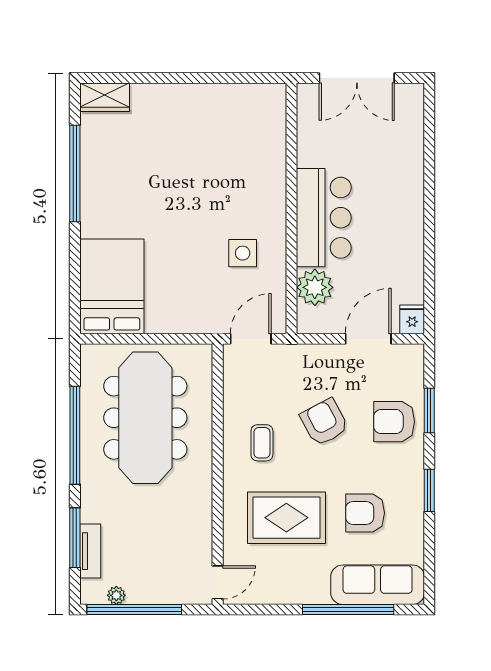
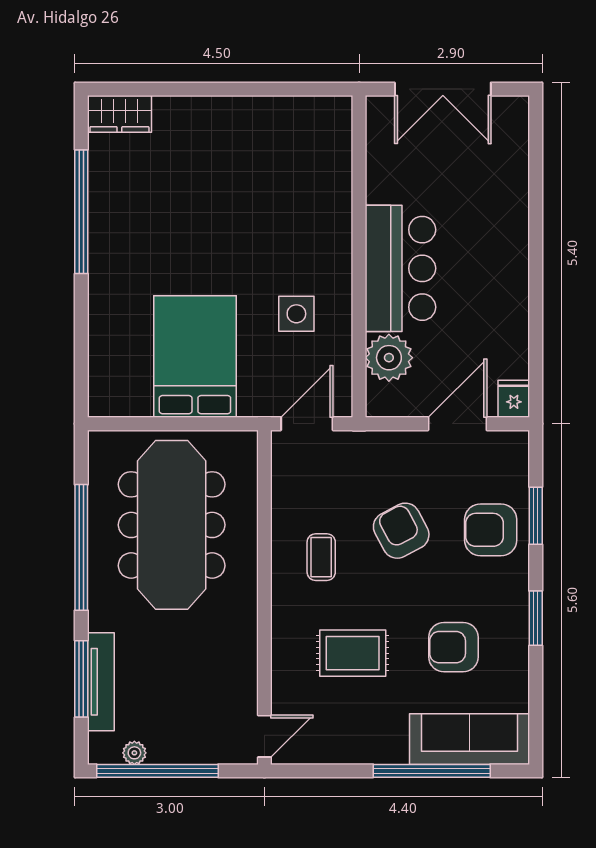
bed: (112, 286) -> (195, 357), moved
rug: (286, 518) -> (353, 653), width x0.73, depth x0.70
tv unit: (90, 551) -> (101, 682), width x1.41

